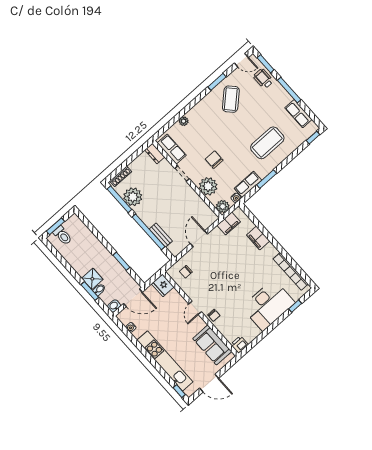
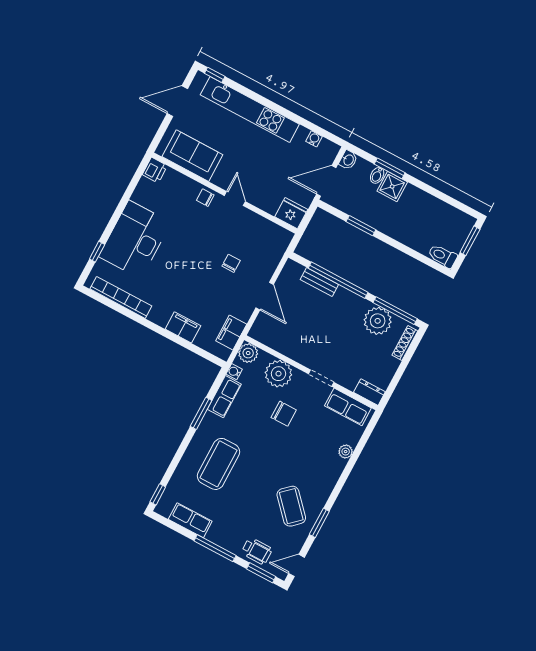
toilet: (63, 235) -> (443, 256), moved
chair: (186, 272) -> (231, 263), moved

